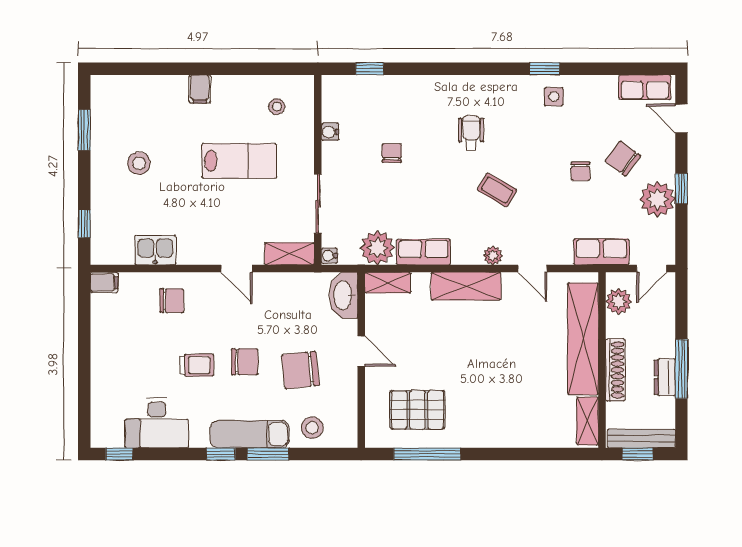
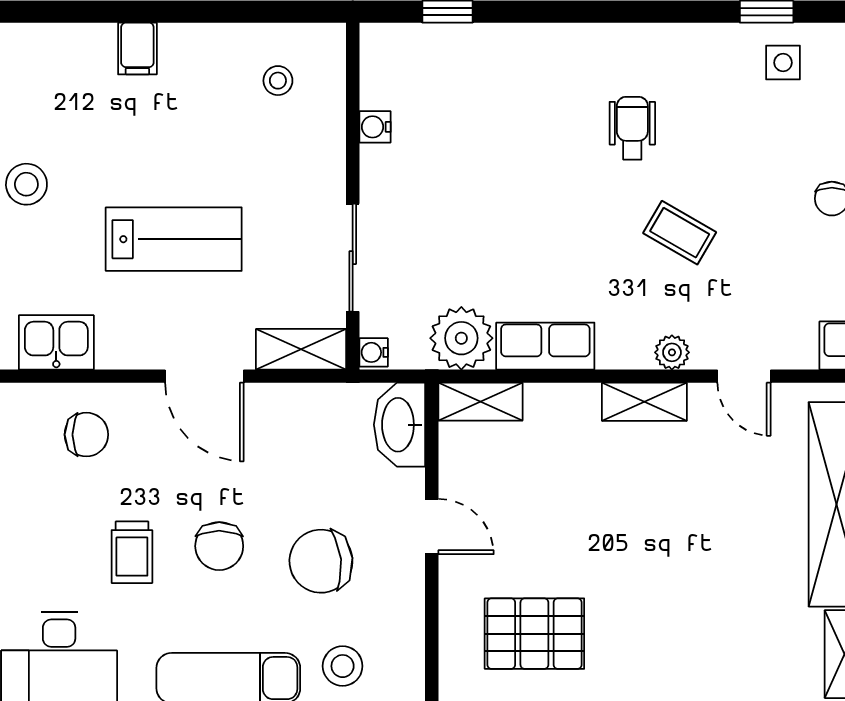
chair: (392, 153) -> (488, 165), removed
lab bench: (239, 161) -> (174, 239), moved
door: (237, 269) -> (204, 376), width x1.38
shelving: (466, 286) -> (644, 402), width x0.67, depth x0.75
chair: (245, 362) -> (219, 546), turned 90
trolley: (197, 365) -> (132, 552), turned 90

